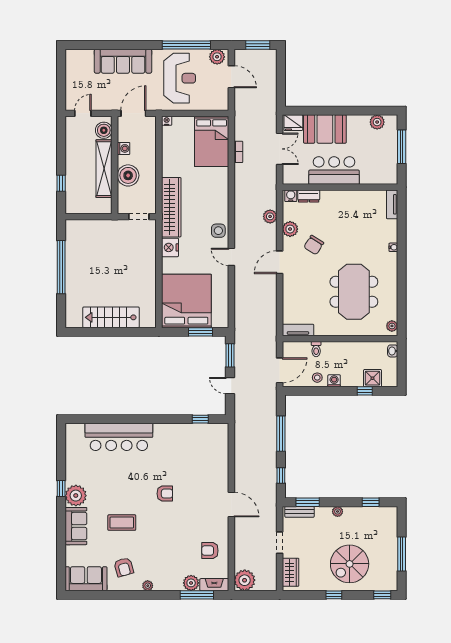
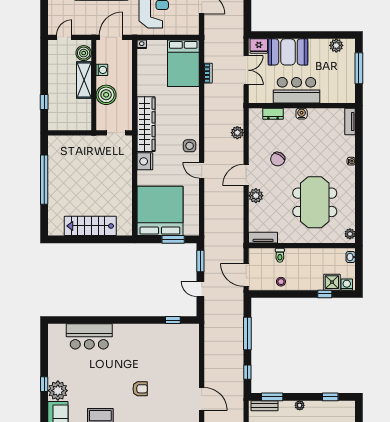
shelving: (104, 169) -> (84, 80), width x0.68
water cooler: (291, 196) -> (302, 114), moved
plant: (290, 229) -> (256, 196), moved
door: (280, 370) -> (246, 275), swing flipped
washing machine: (334, 381) -> (347, 285), moved
bar counter: (119, 437) -> (89, 336), width x0.73

